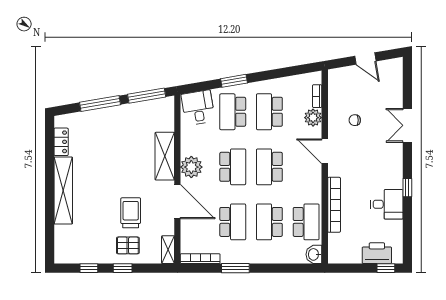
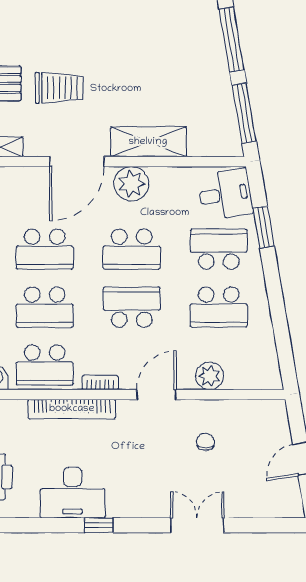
window: (234, 81) -> (263, 227), moved
bookcase: (317, 96) -> (100, 383), moved
school desk: (269, 112) -> (219, 307), turned 180
desk: (387, 204) -> (73, 493), width x1.37
school desk: (269, 222) -> (45, 307), turned 180

